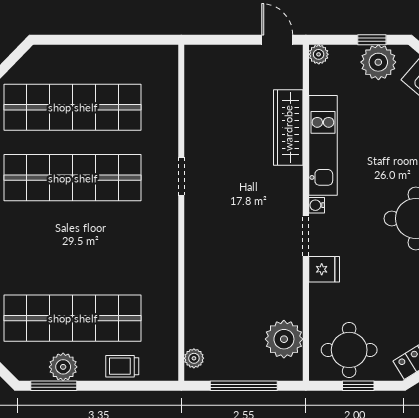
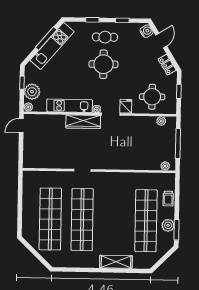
plant: (378, 62) -> (32, 92), moved
wardrobe: (288, 128) -> (83, 122), moved
plant: (284, 339) -> (161, 121), width x0.53, depth x0.53
round table: (349, 350) -> (152, 97), moved

